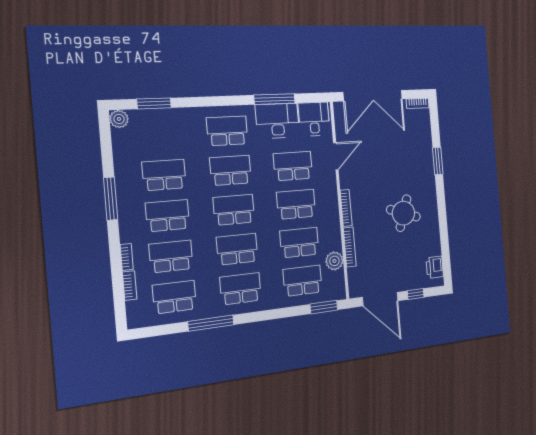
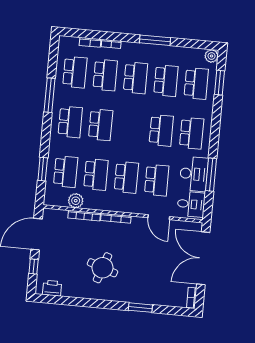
school desk: (234, 210) -> (196, 83), moved
window: (324, 307) -> (43, 169), moved

